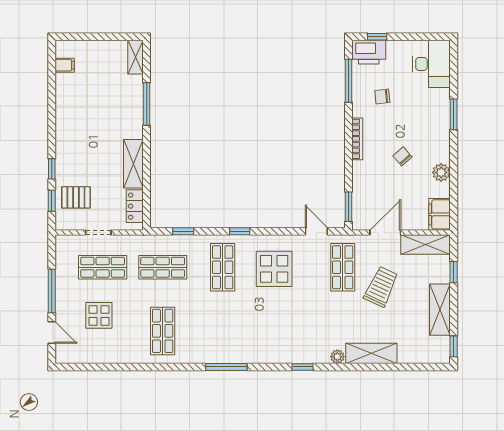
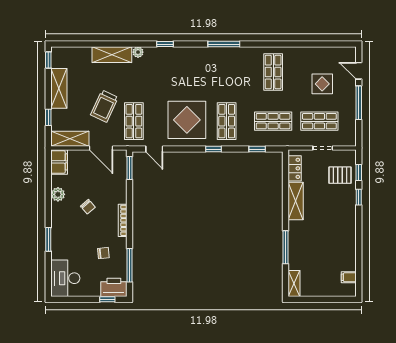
door: (385, 233) -> (101, 148), hinge flipped
display table: (274, 269) -> (187, 120), width x1.36, depth x1.36

